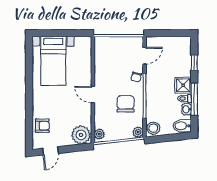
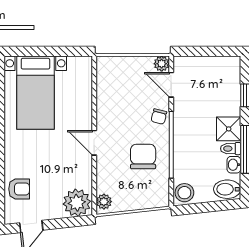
door: (145, 56) -> (171, 85), swing flipped
plant: (138, 132) -> (162, 64), moved

